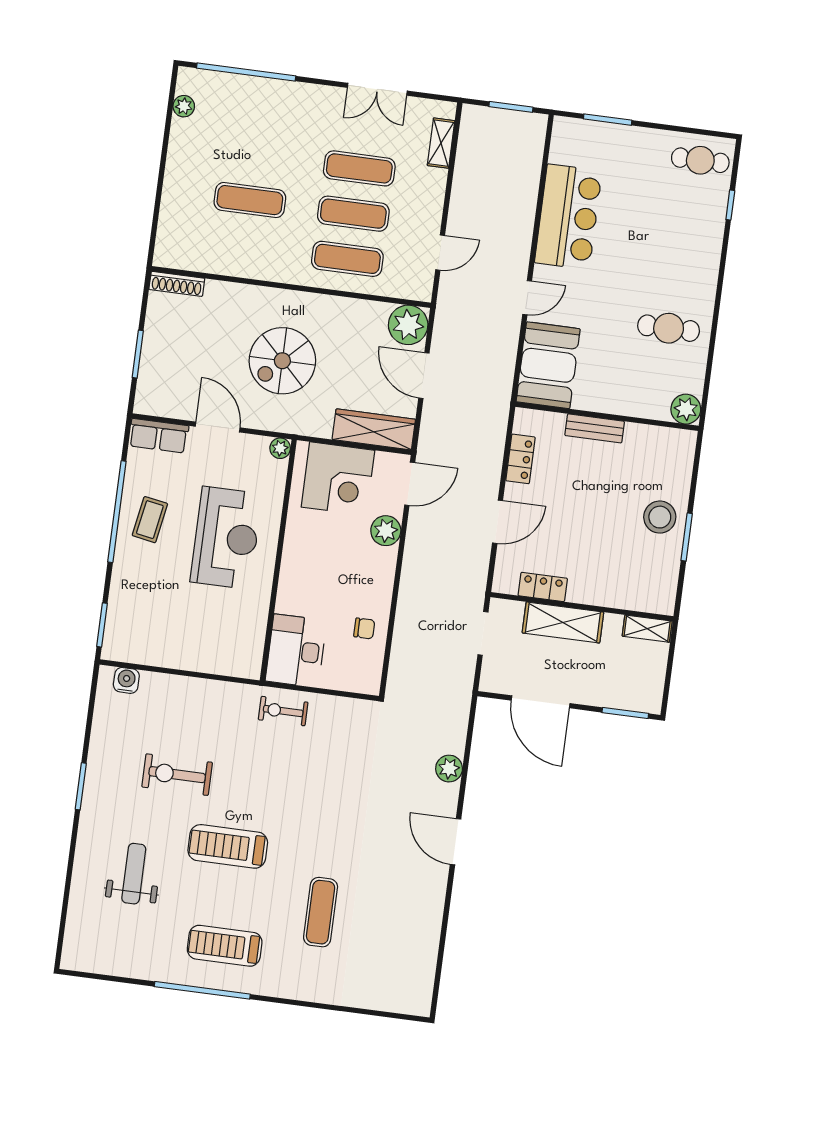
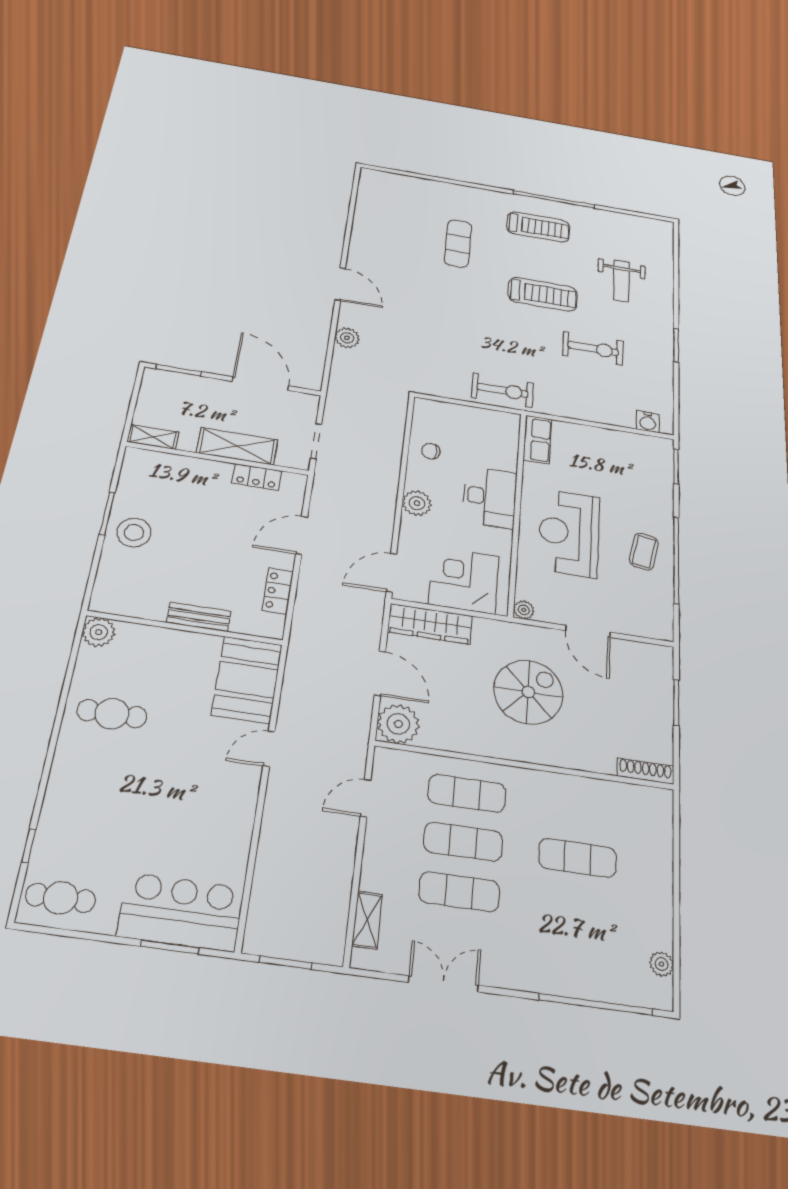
bar counter: (568, 217) -> (181, 912), moved, turned 90
row of seats: (159, 436) -> (537, 440), moved, turned 90
plant: (386, 531) -> (417, 503), moved
desk: (296, 651) -> (490, 497), moved
exercise bike: (283, 711) -> (502, 390), width x1.38, depth x1.39

